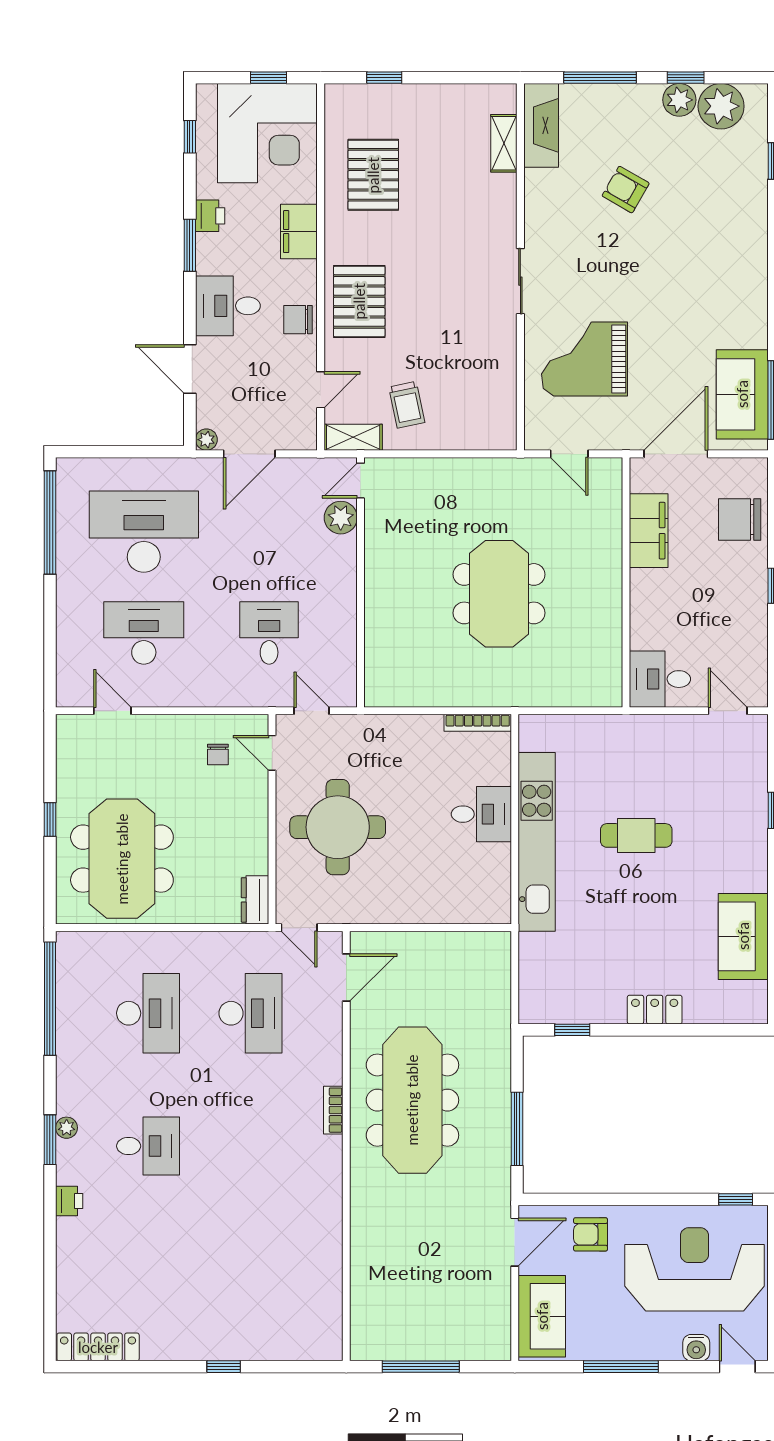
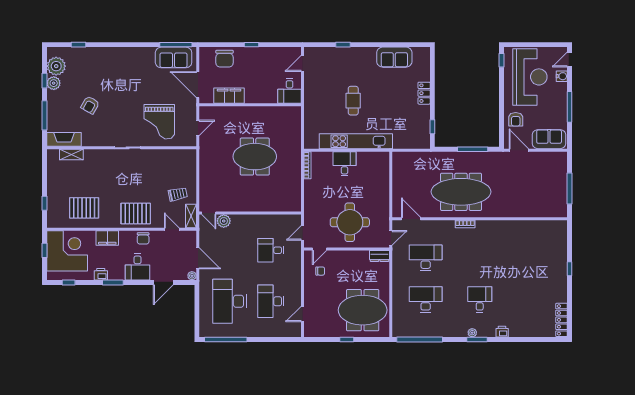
reception desk: (695, 1269) -> (530, 77), turned 180

